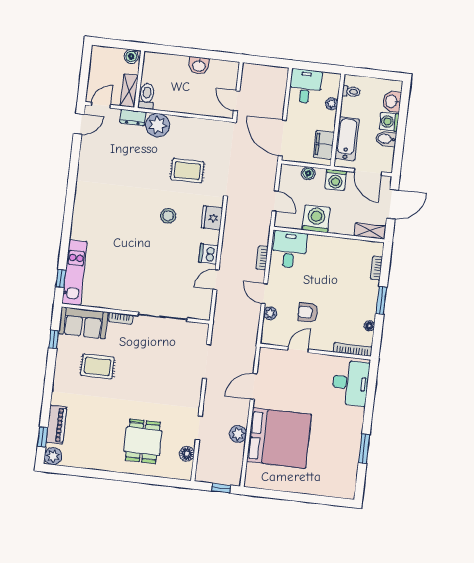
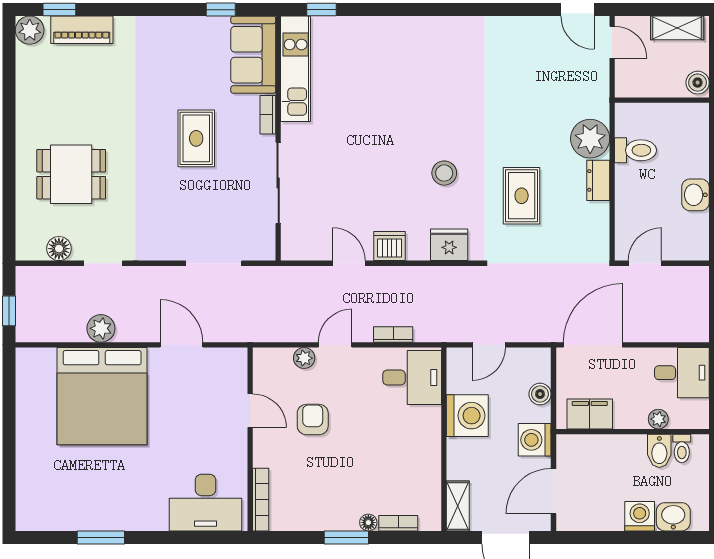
shelving: (129, 91) -> (677, 28), moved
toilet: (147, 96) -> (636, 150), moved
dresser: (133, 117) -> (598, 180), moved
bathtub: (347, 139) -> (604, 451), removed
bidet: (386, 139) -> (659, 451), moved, turned 180
kitchen unit: (75, 273) -> (296, 69), moved, turned -90
floor lamp: (369, 326) -> (368, 523), moved
rug: (97, 366) -> (196, 138), moved

